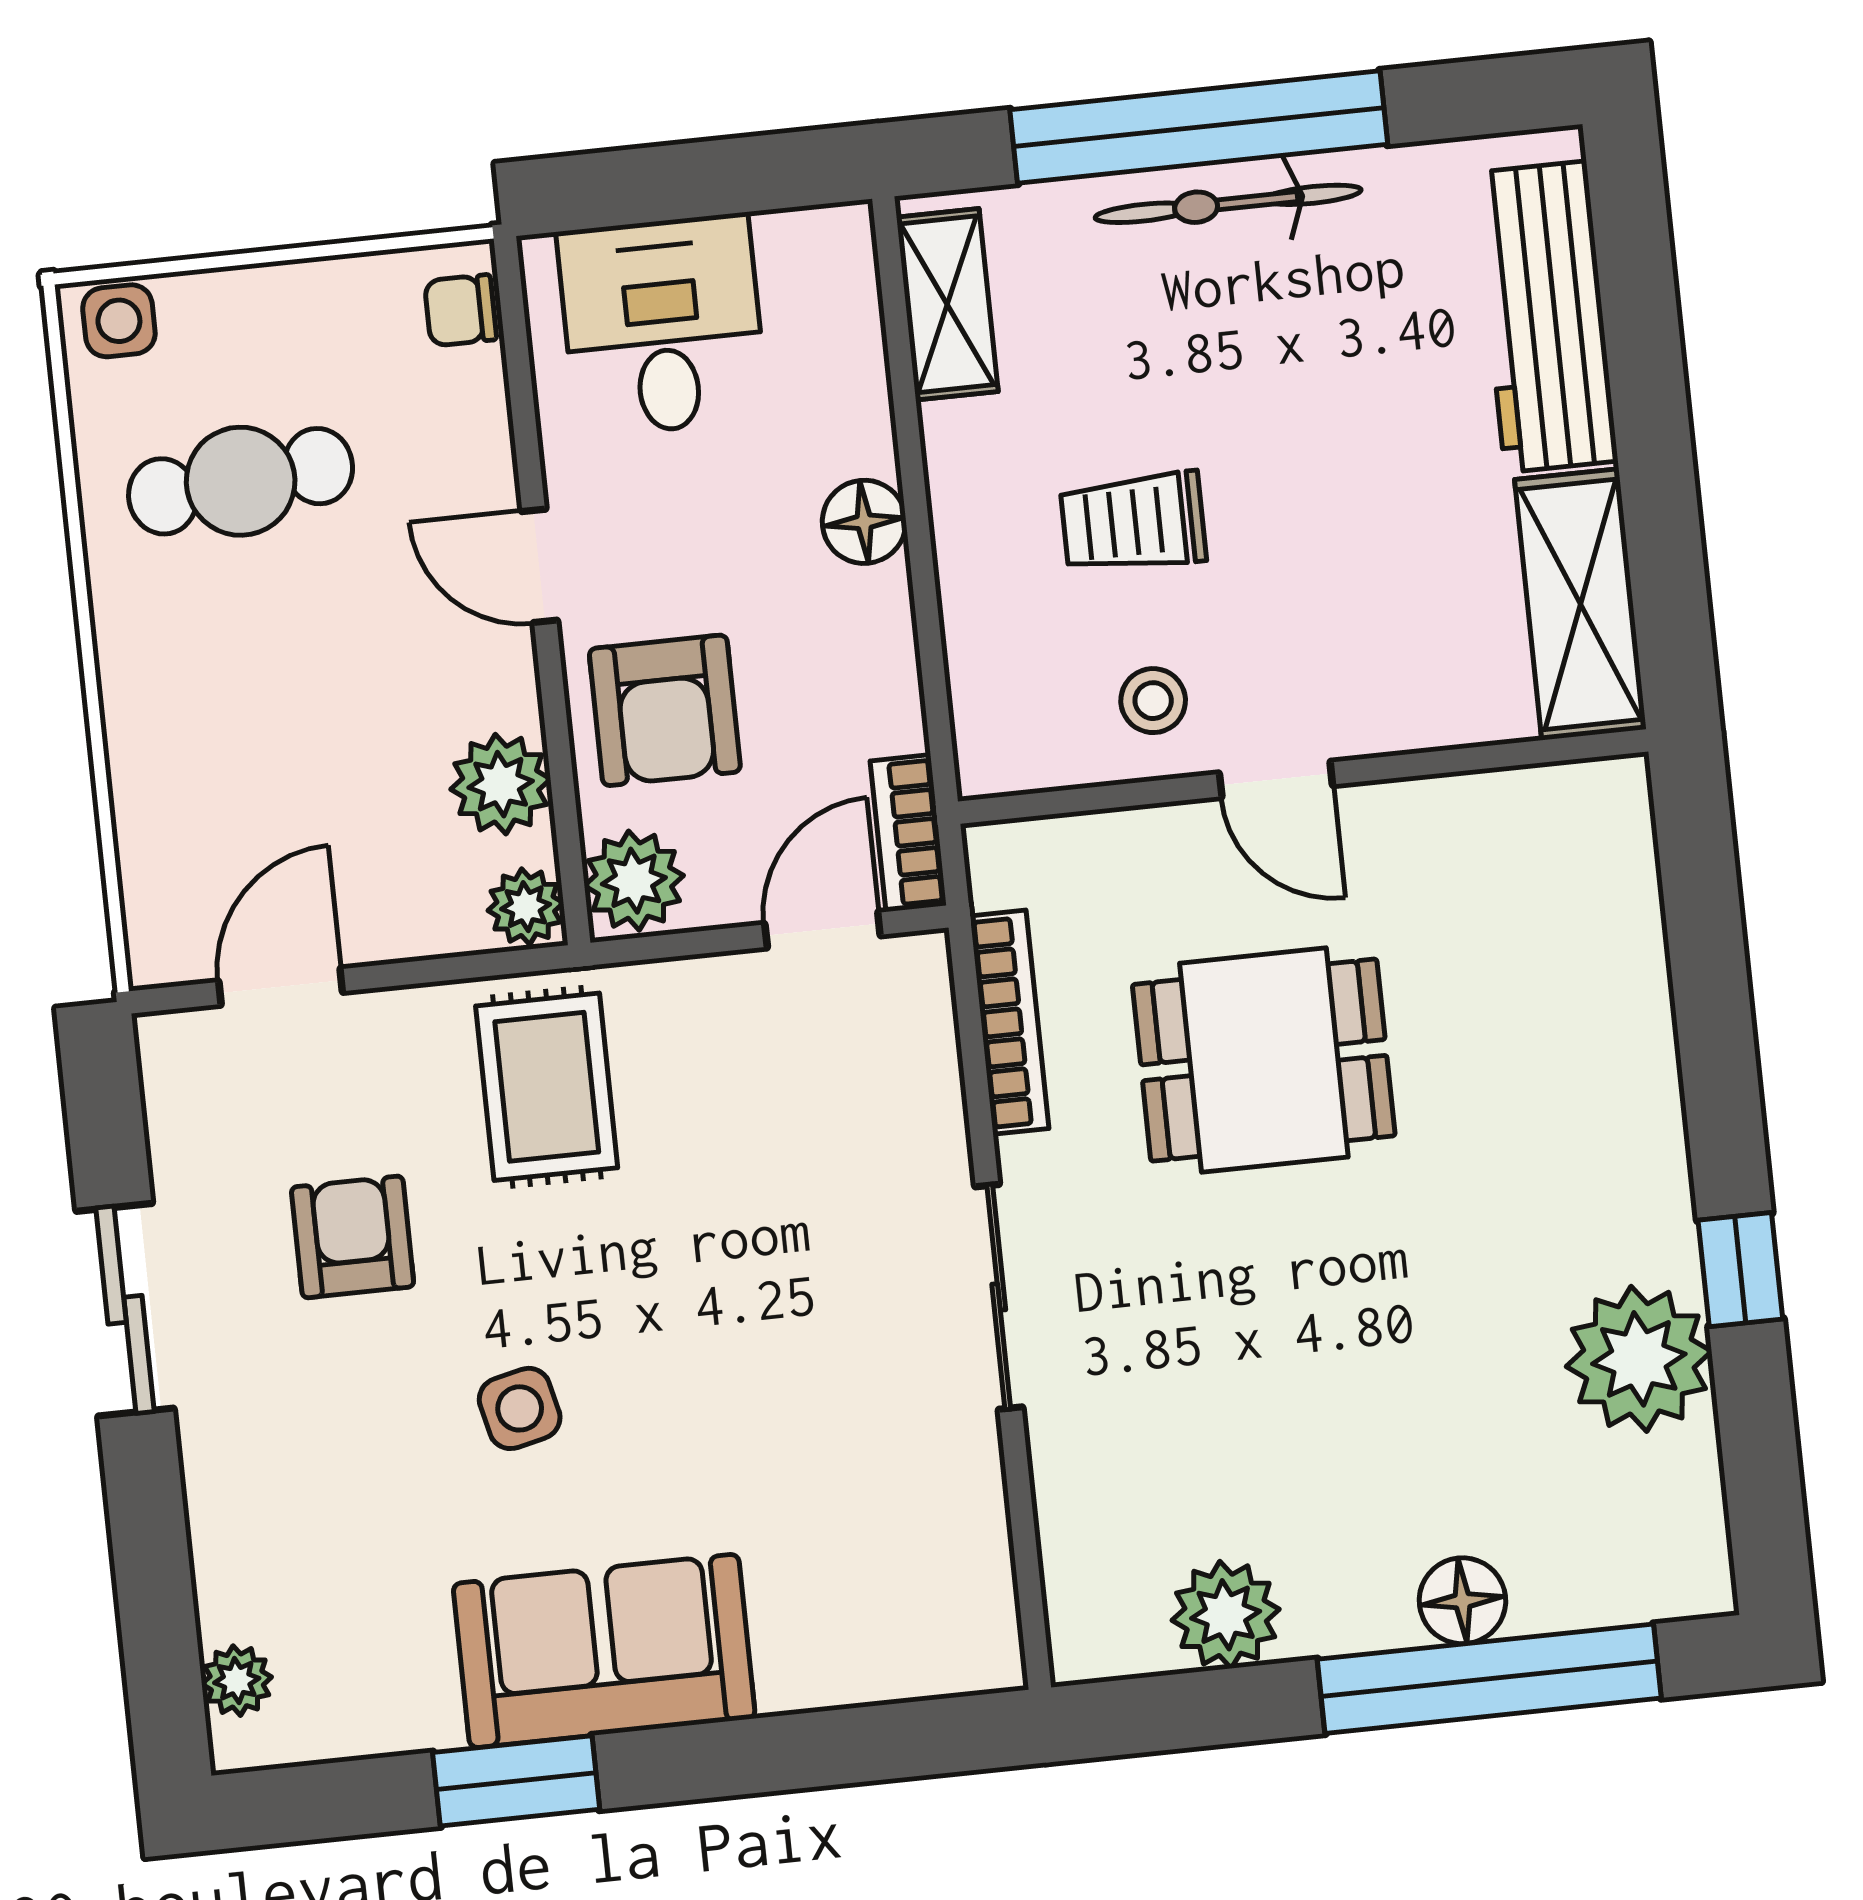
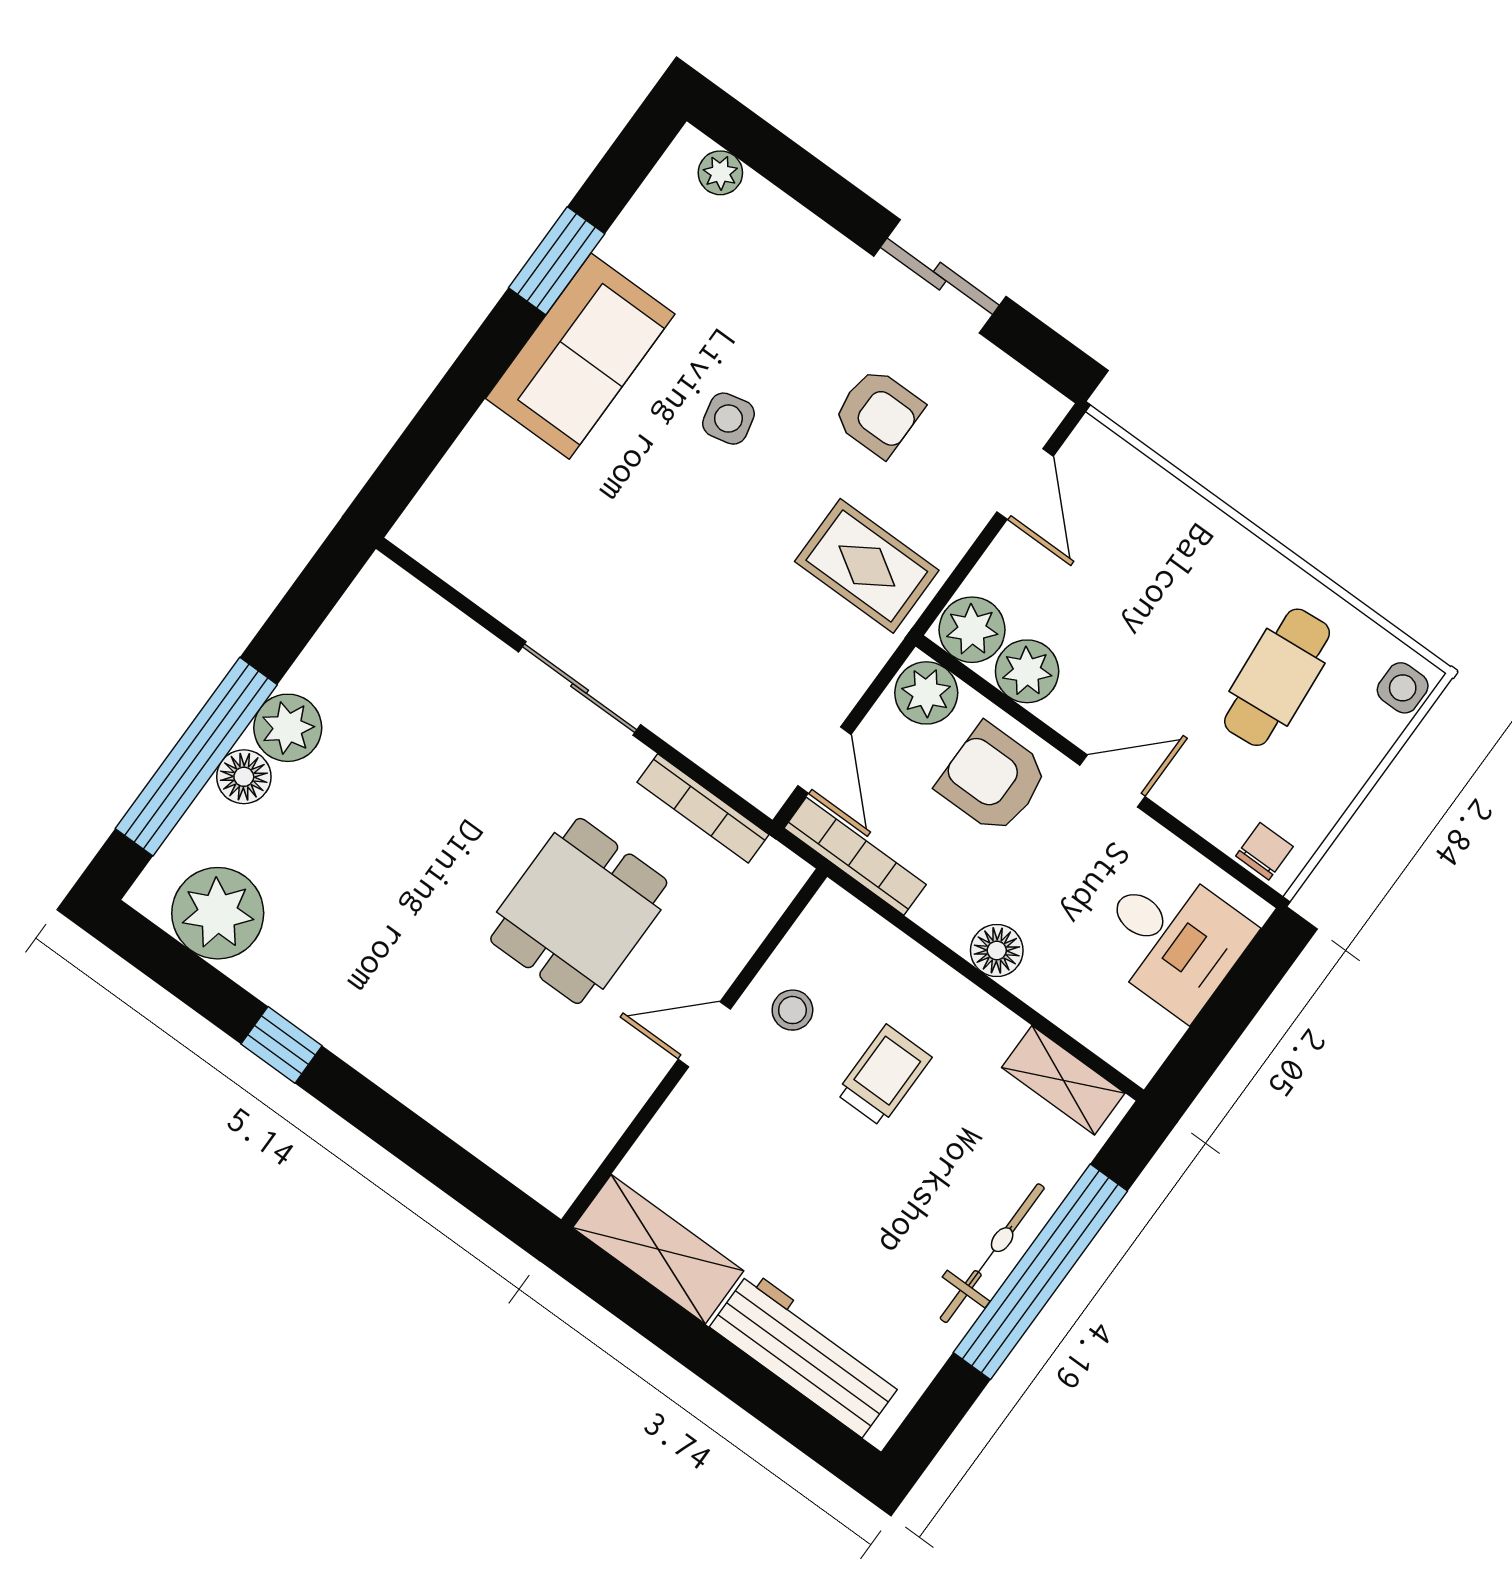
bookcase: (908, 833) -> (855, 856), width x1.56
plant: (526, 907) -> (972, 630), width x1.38, depth x1.38
plant: (1639, 1359) -> (218, 913), moved
plant: (1226, 1615) -> (288, 728), moved

